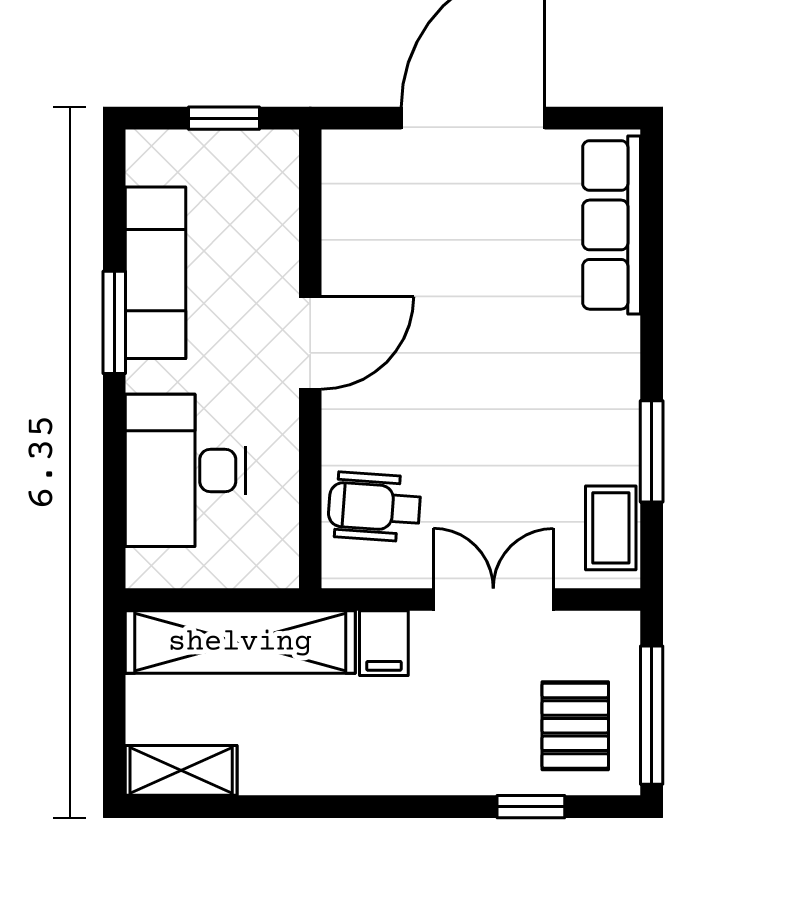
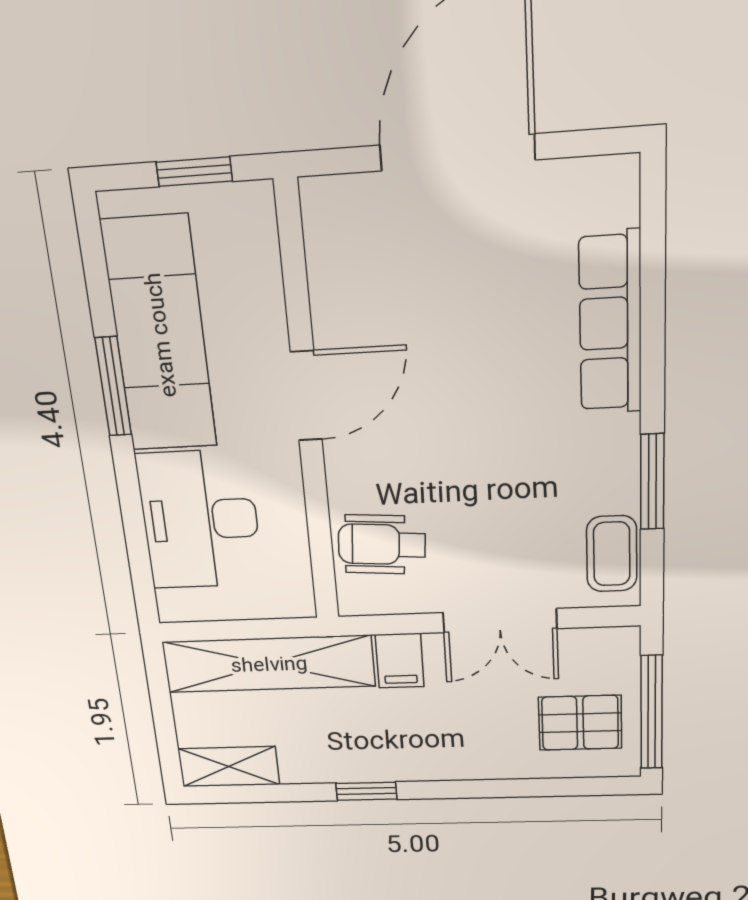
row of seats: (612, 225) -> (610, 323), moved
exam couch: (156, 273) -> (160, 335), width x1.36, depth x1.45
double door: (493, 599) -> (500, 621), swing flipped
pallet: (575, 726) -> (580, 723), turned 90
window: (531, 807) -> (366, 791), moved

